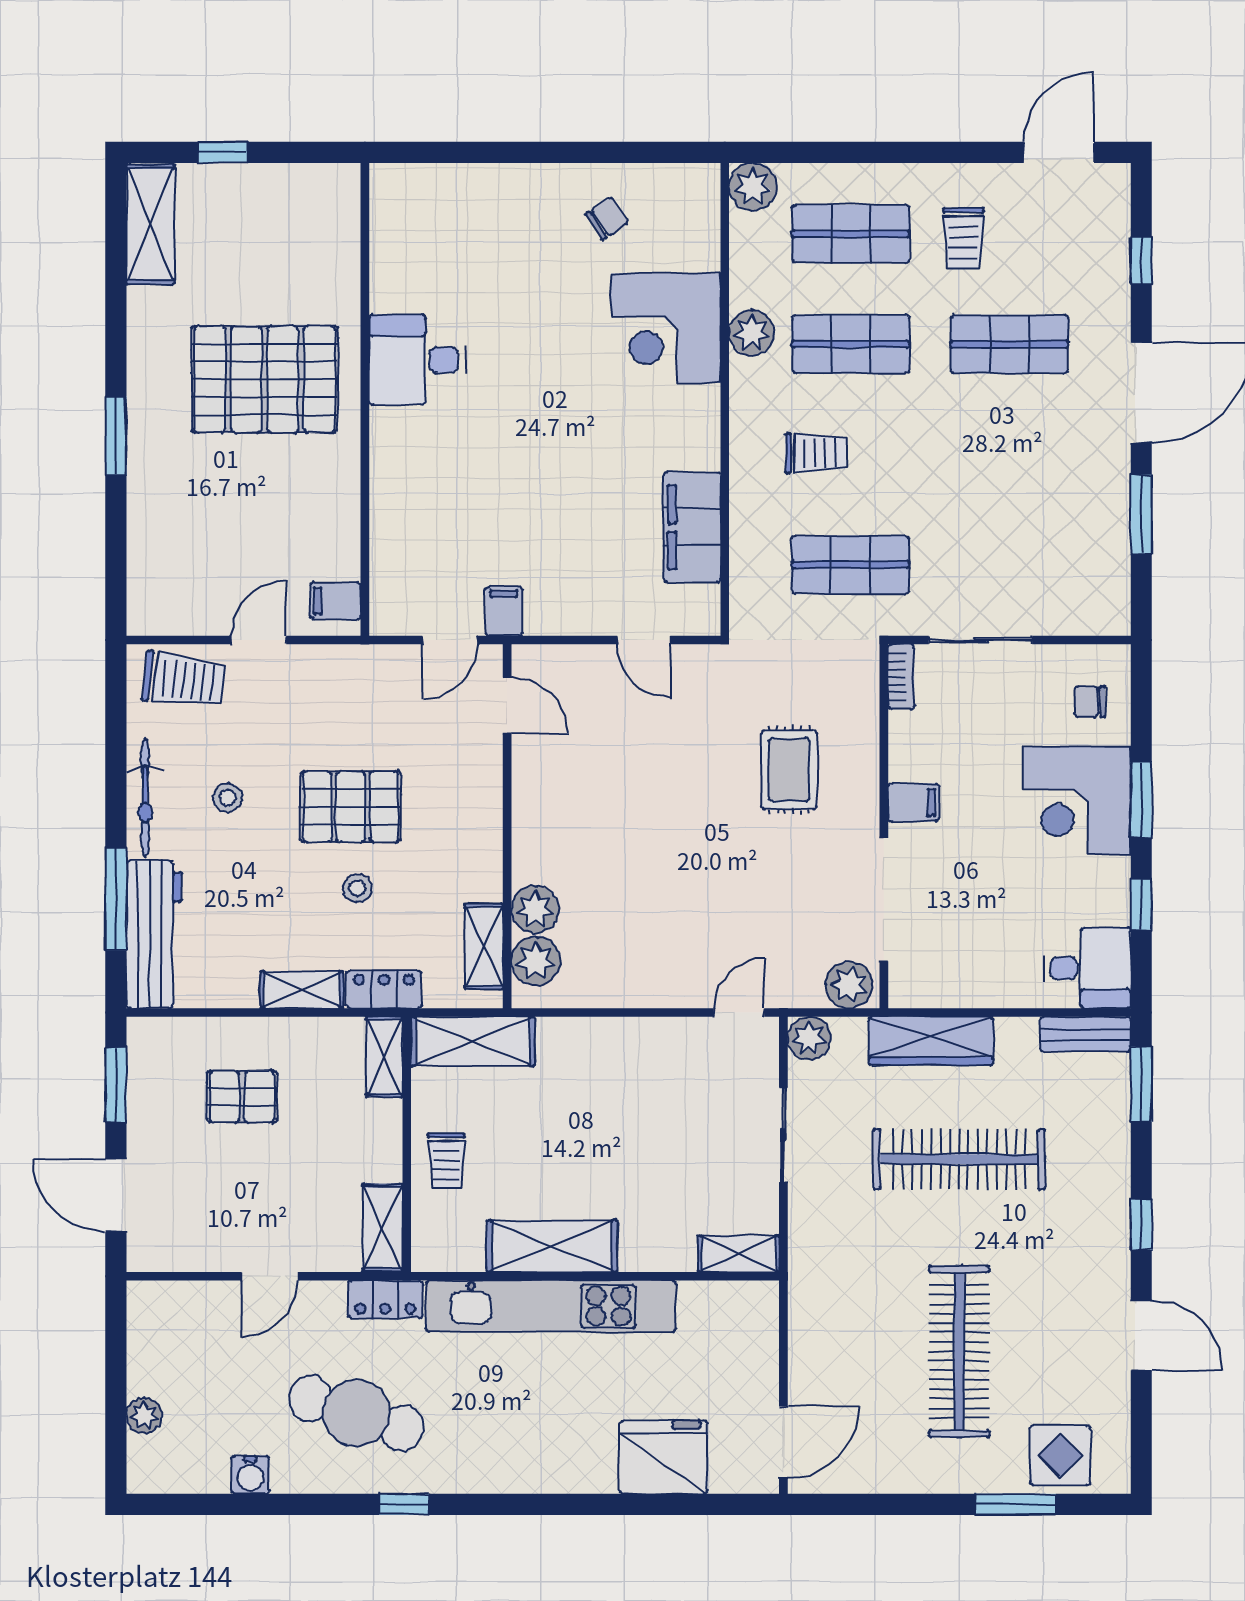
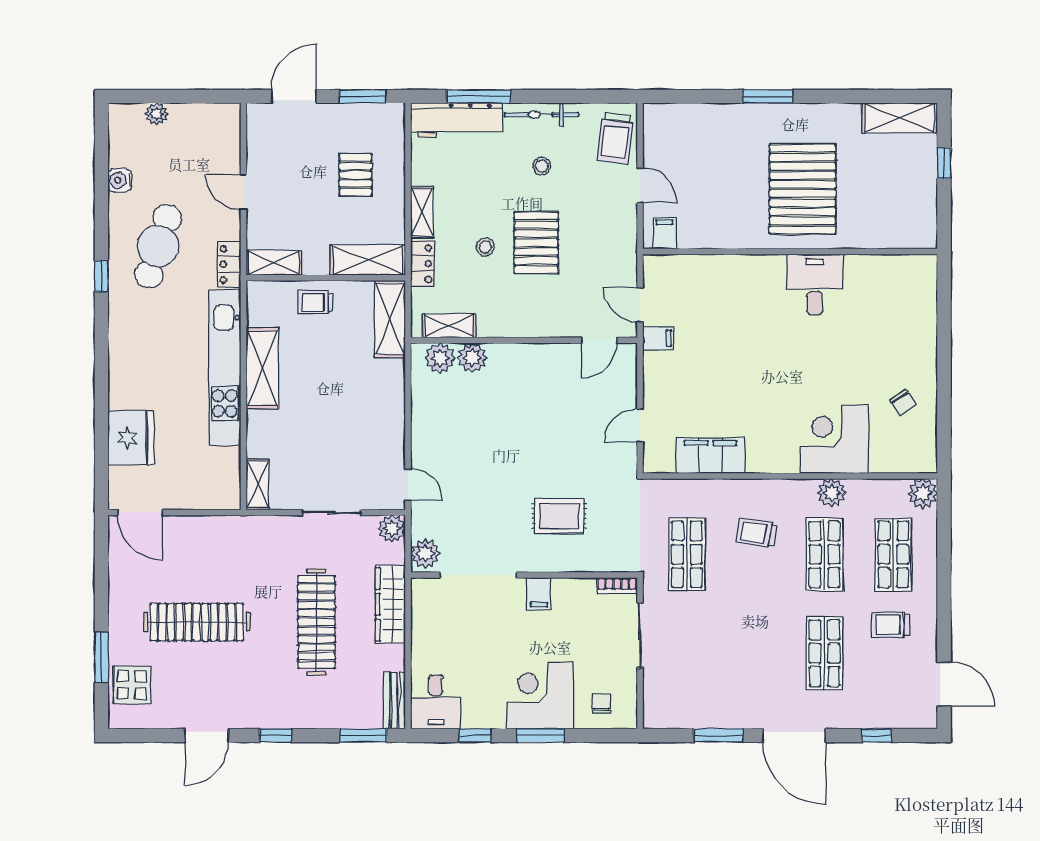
trolley: (816, 453) -> (757, 533), turned 99
shelving: (384, 1057) -> (368, 260), width x1.50, depth x1.33

